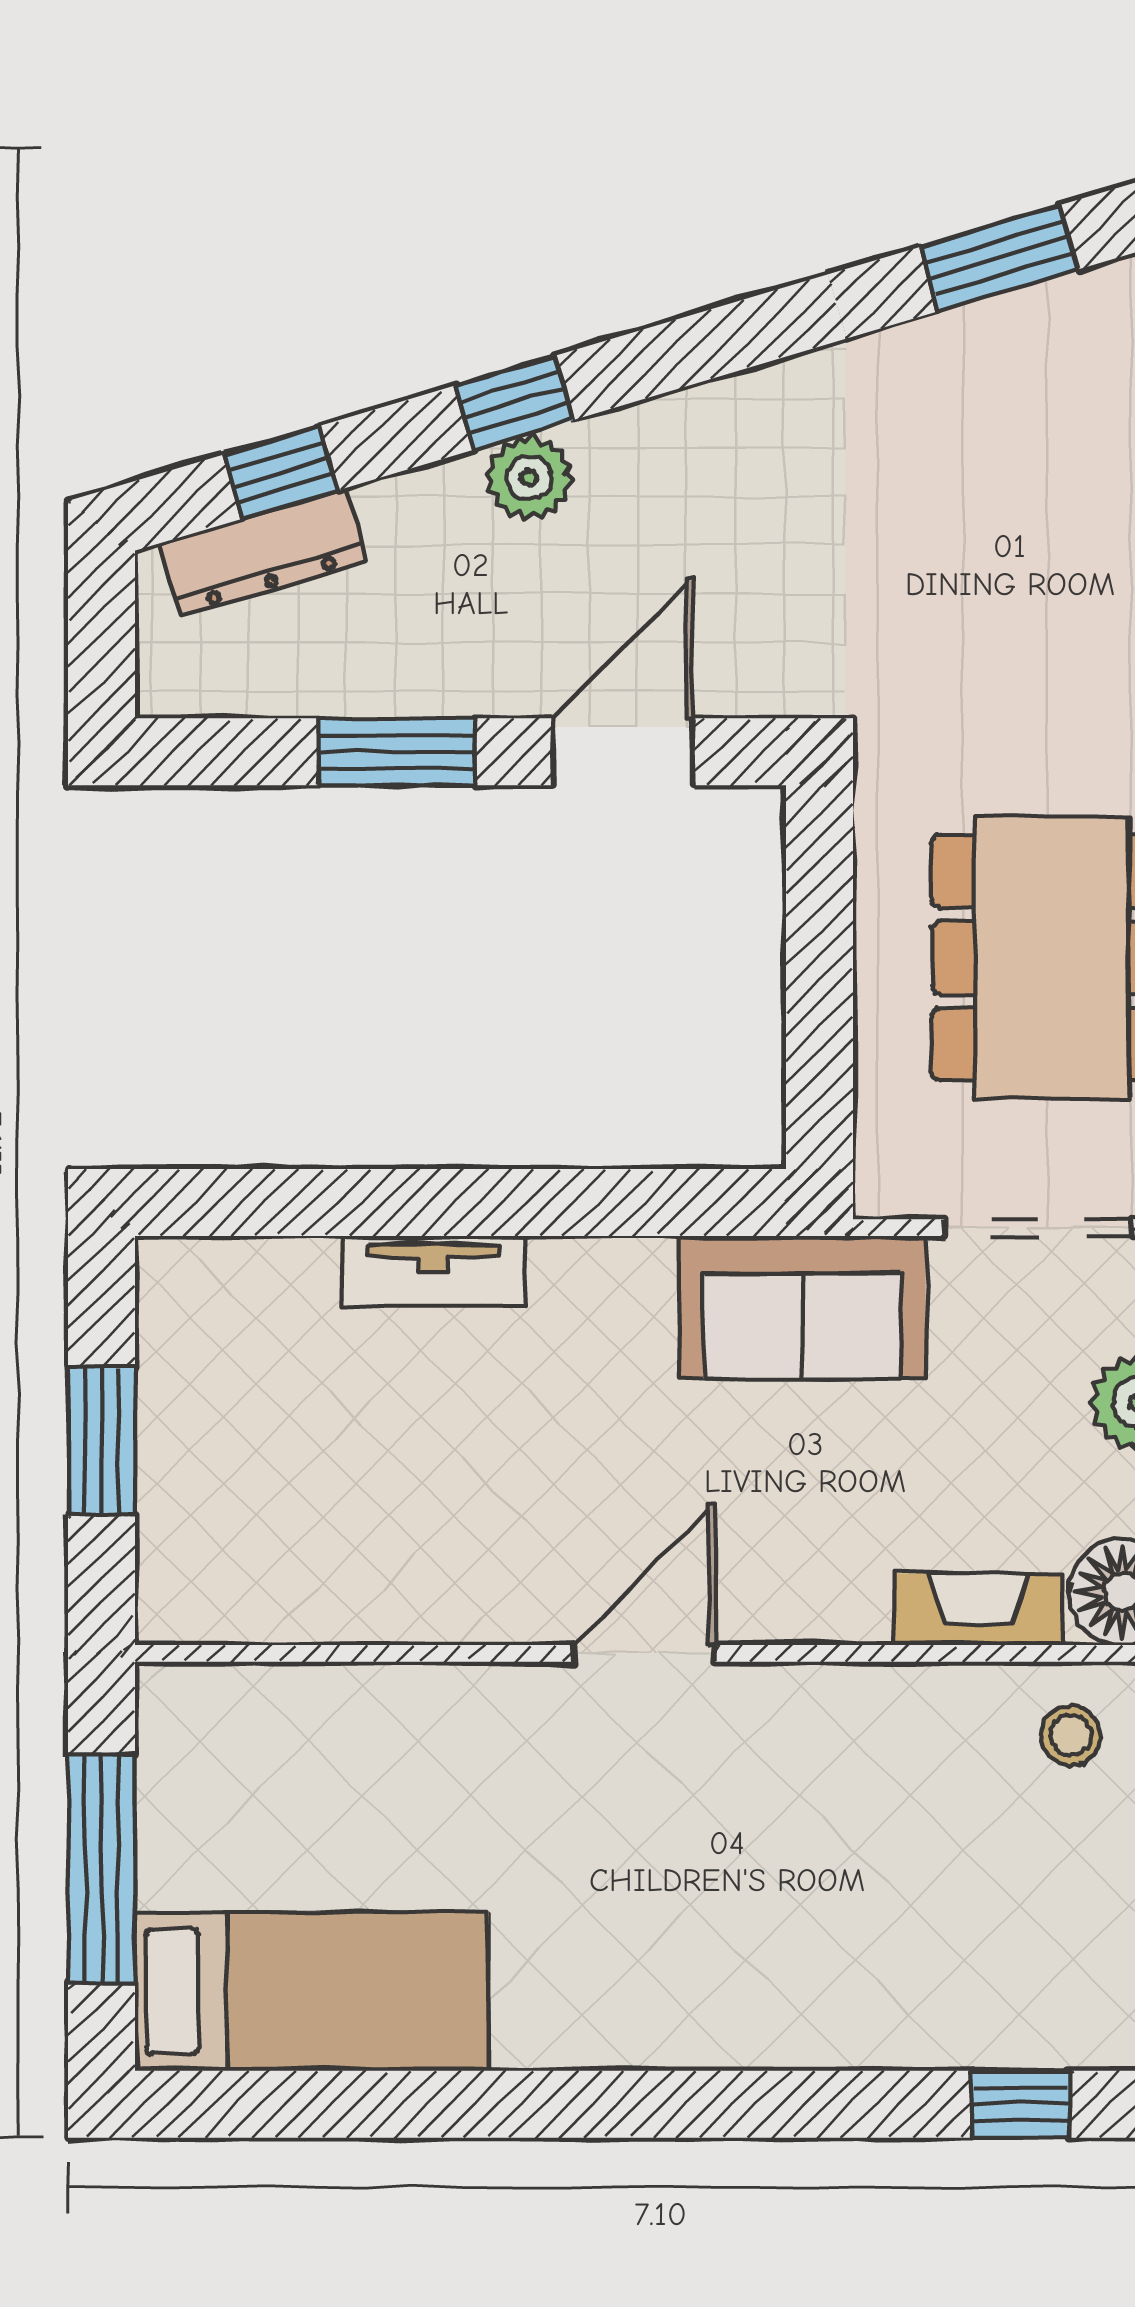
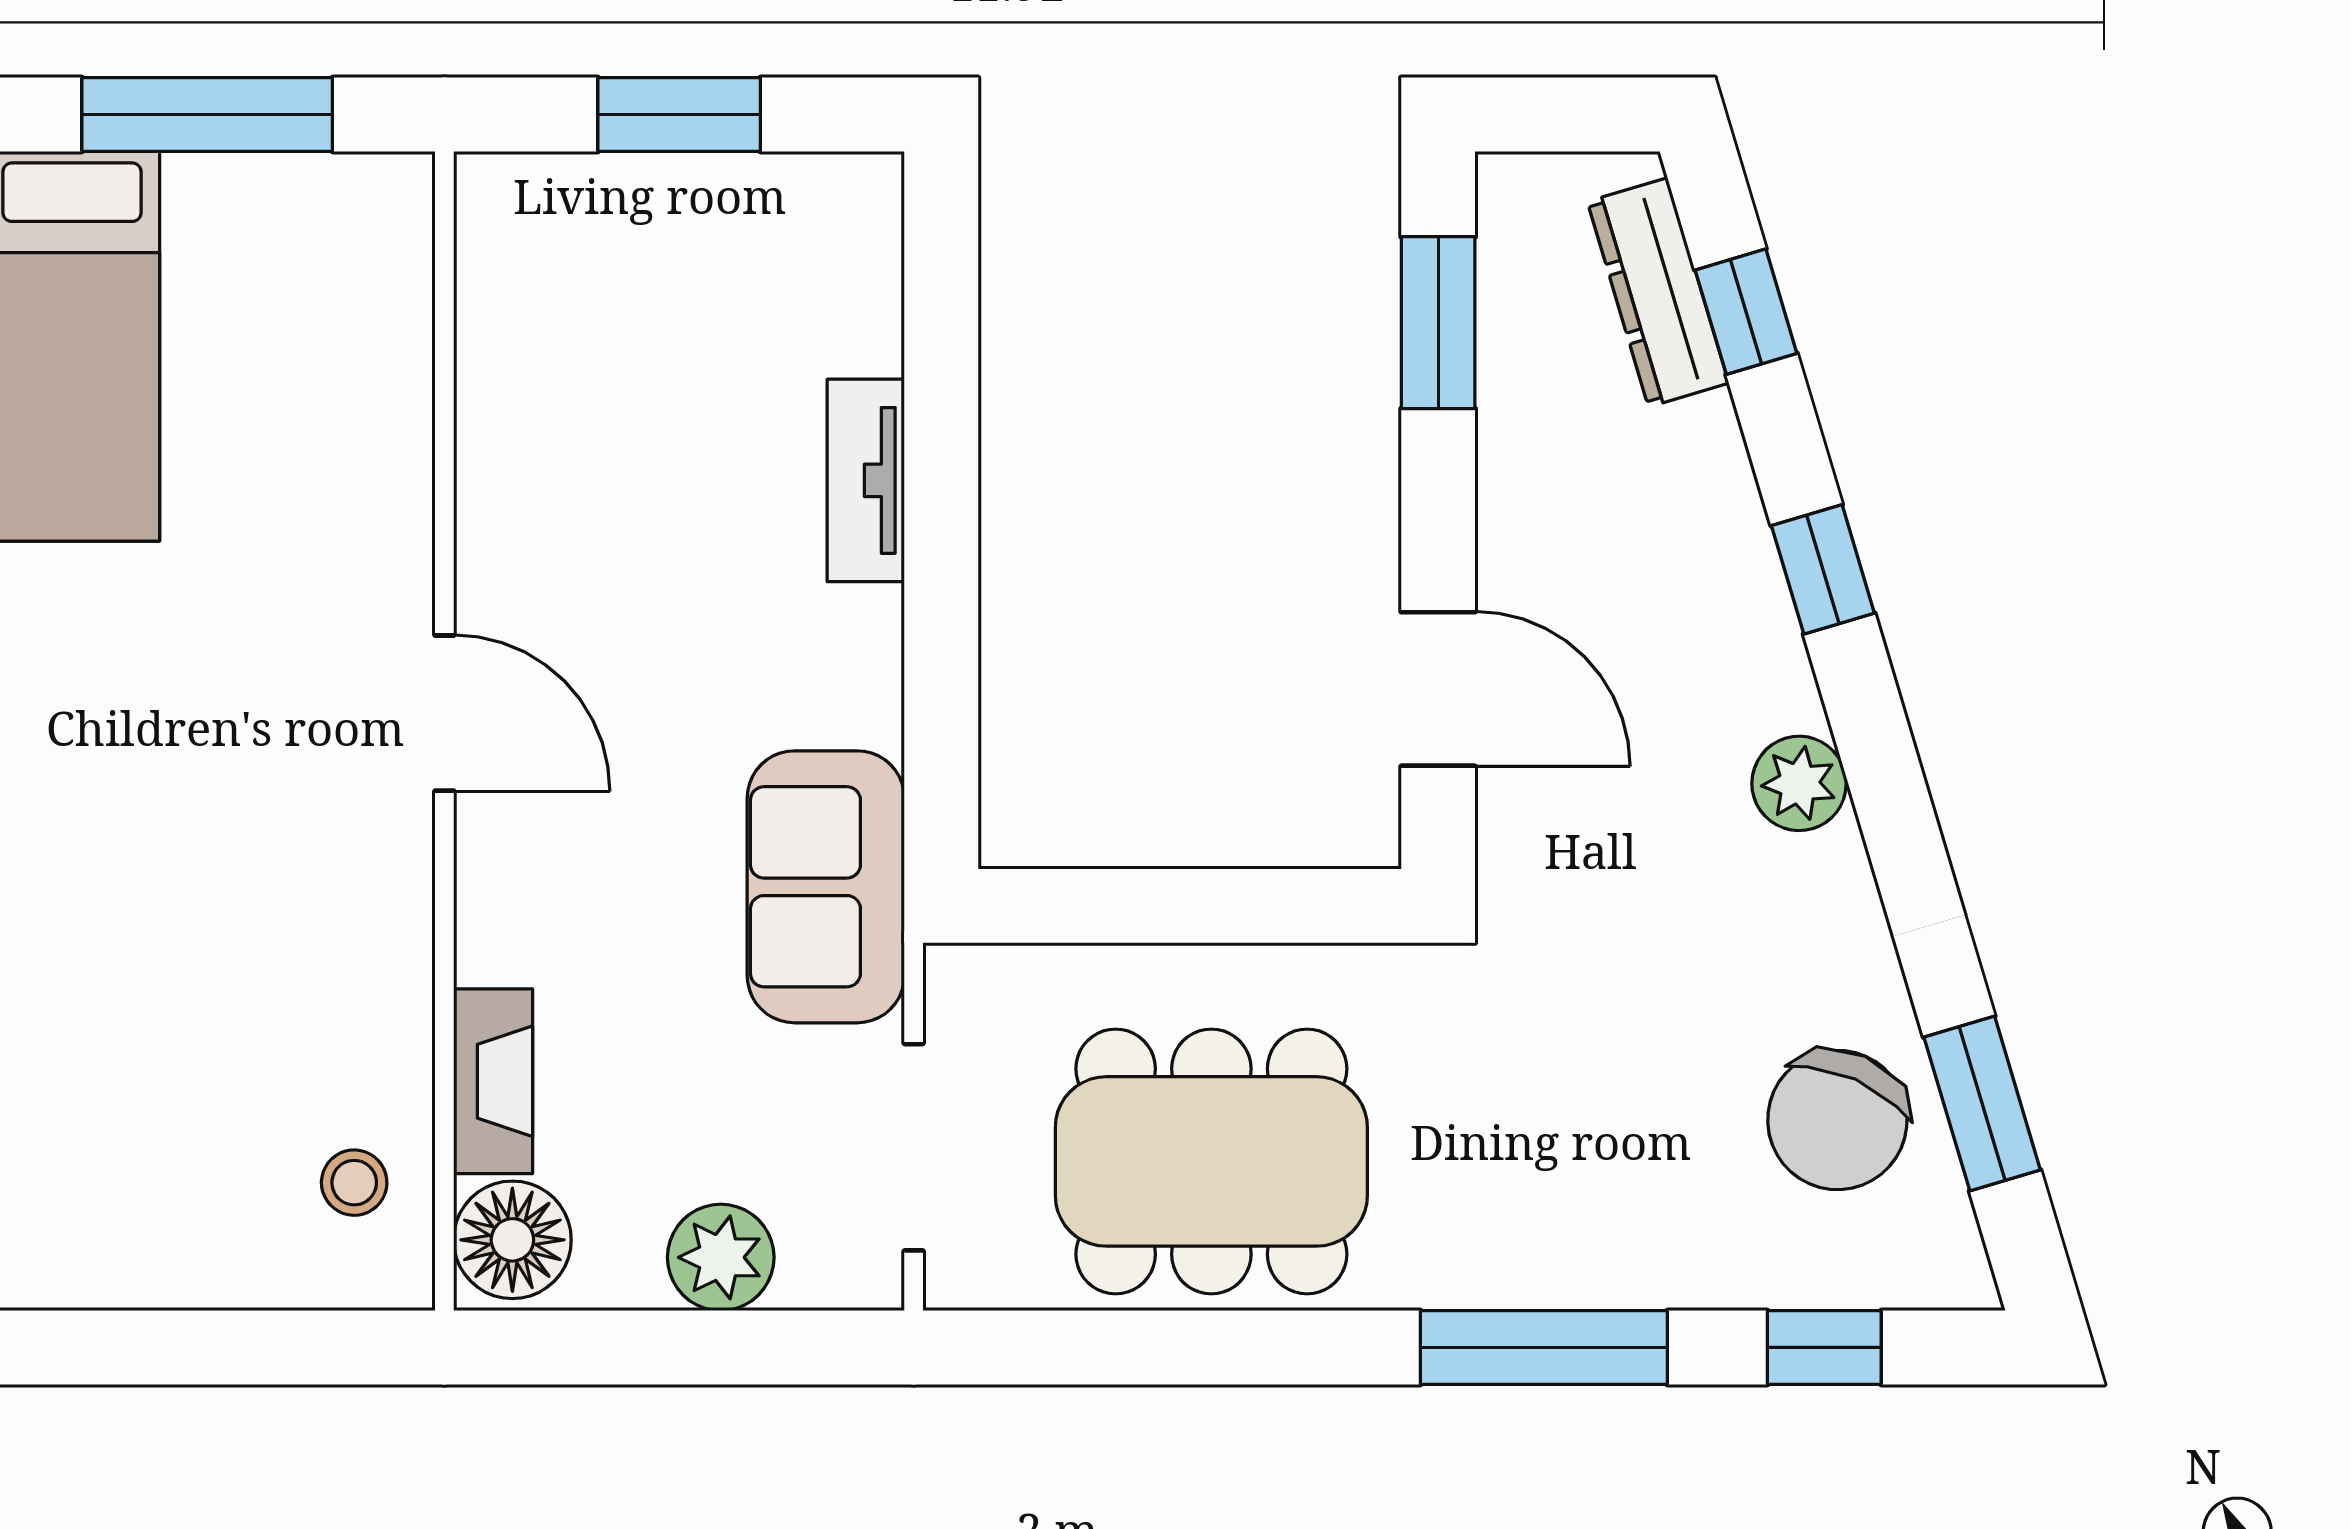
chair: (1014, 390) -> (1837, 1120), added
plant: (529, 478) -> (1799, 783), moved
window: (397, 752) -> (1438, 323), moved

